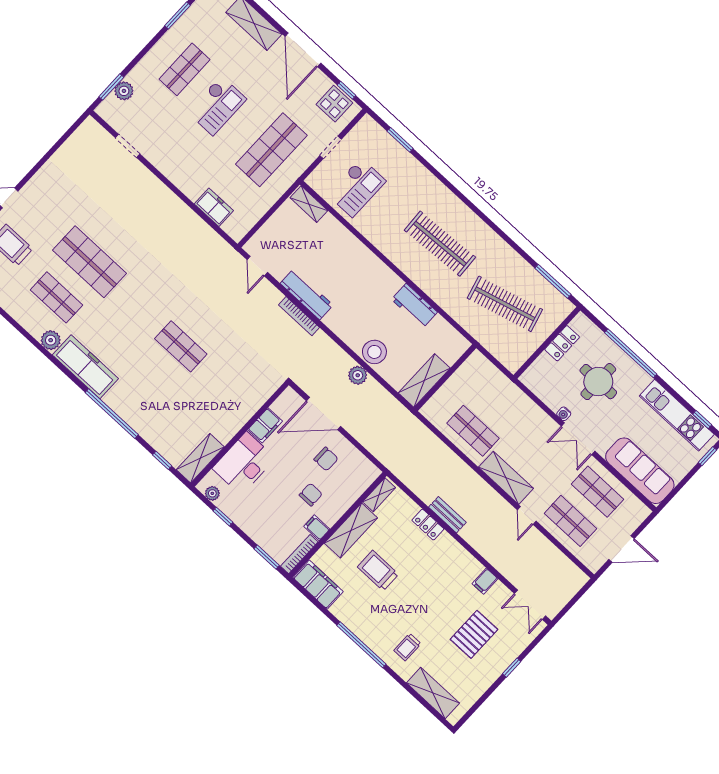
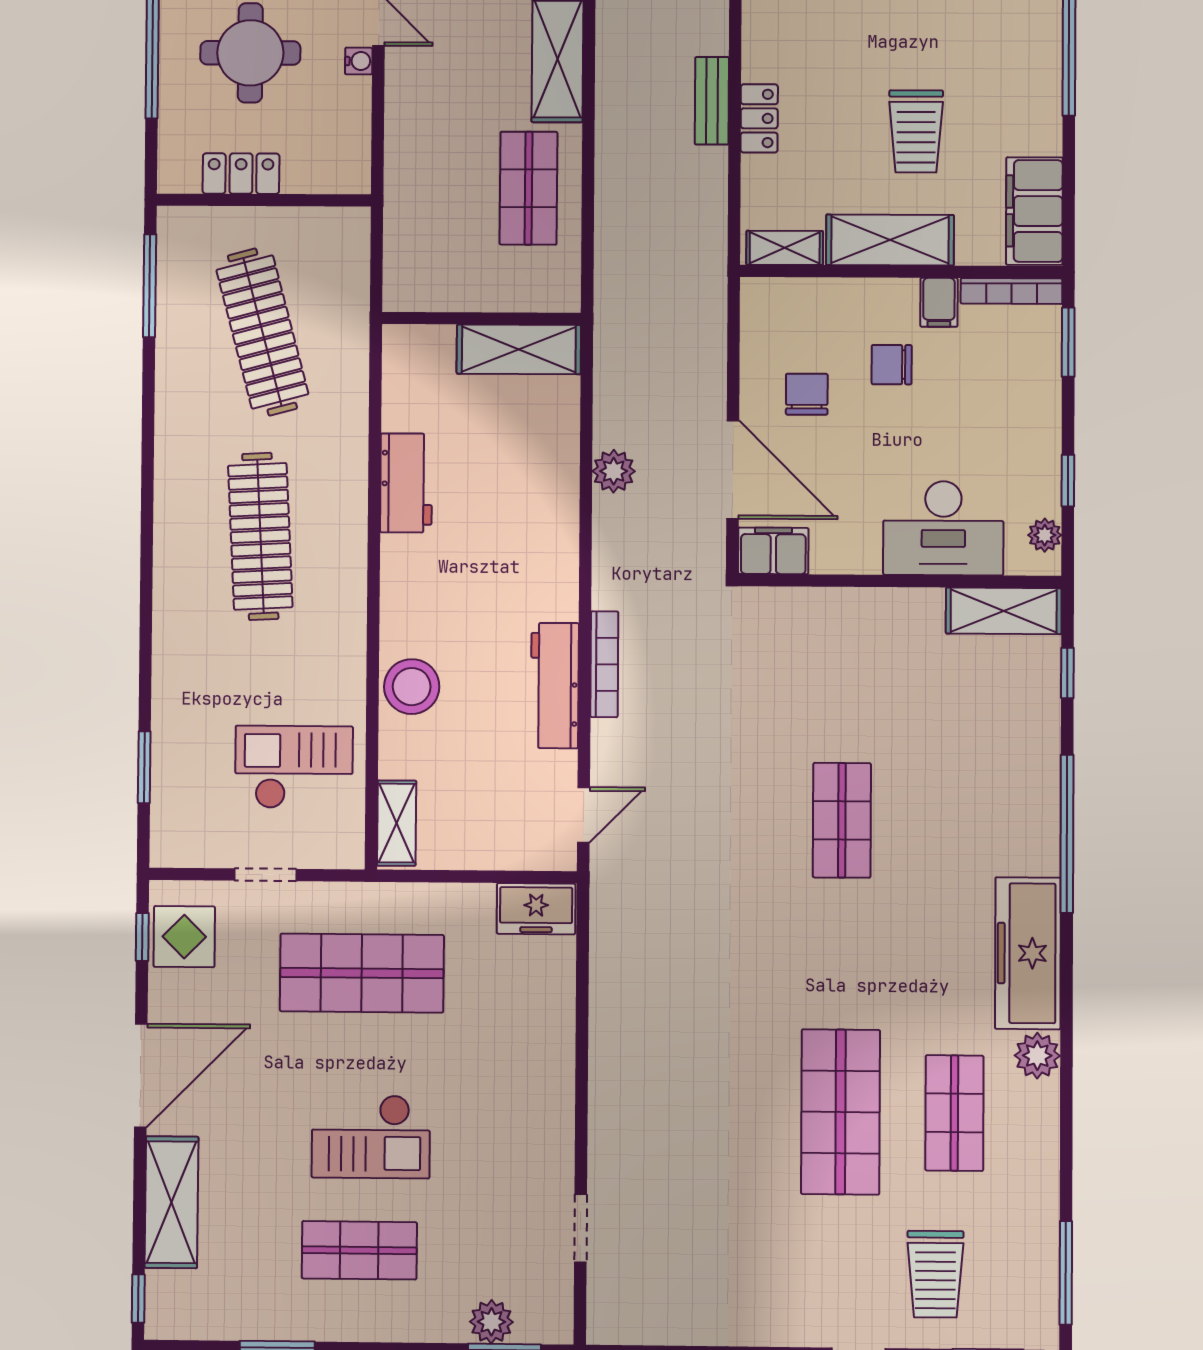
checkout: (217, 106) -> (371, 1137), turned 180
freezer: (214, 207) -> (536, 909), moved, turned -90
stool: (374, 352) -> (412, 687), moved
filing cabinet: (265, 425) -> (773, 551), moved

